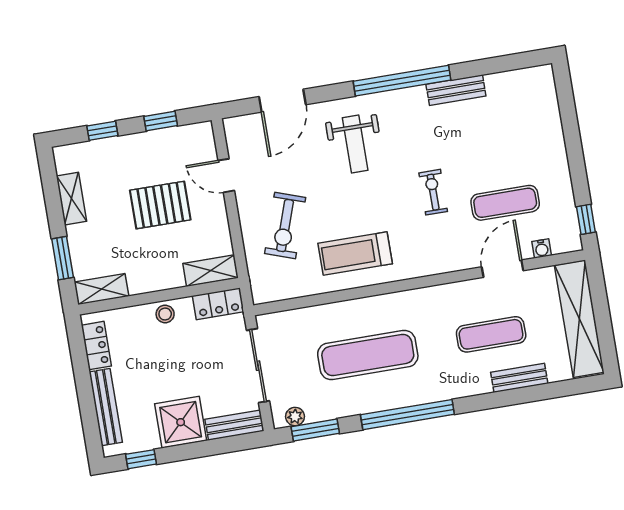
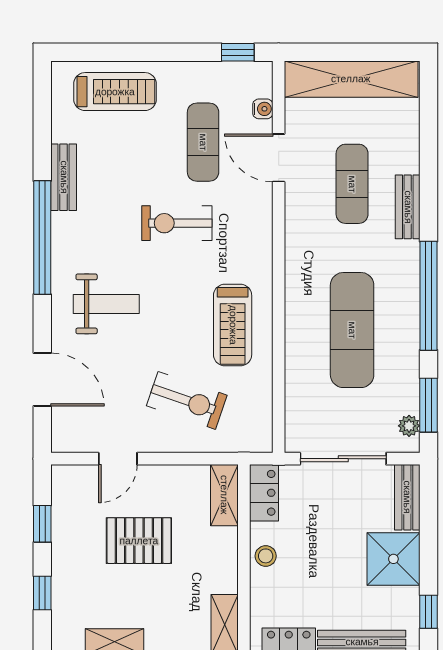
treadmill: (535, 121) -> (115, 92), added
exercise bike: (433, 192) -> (177, 223), width x1.38, depth x1.39
pallet: (160, 205) -> (139, 541), turned 90
bench: (519, 378) -> (408, 207), moved

